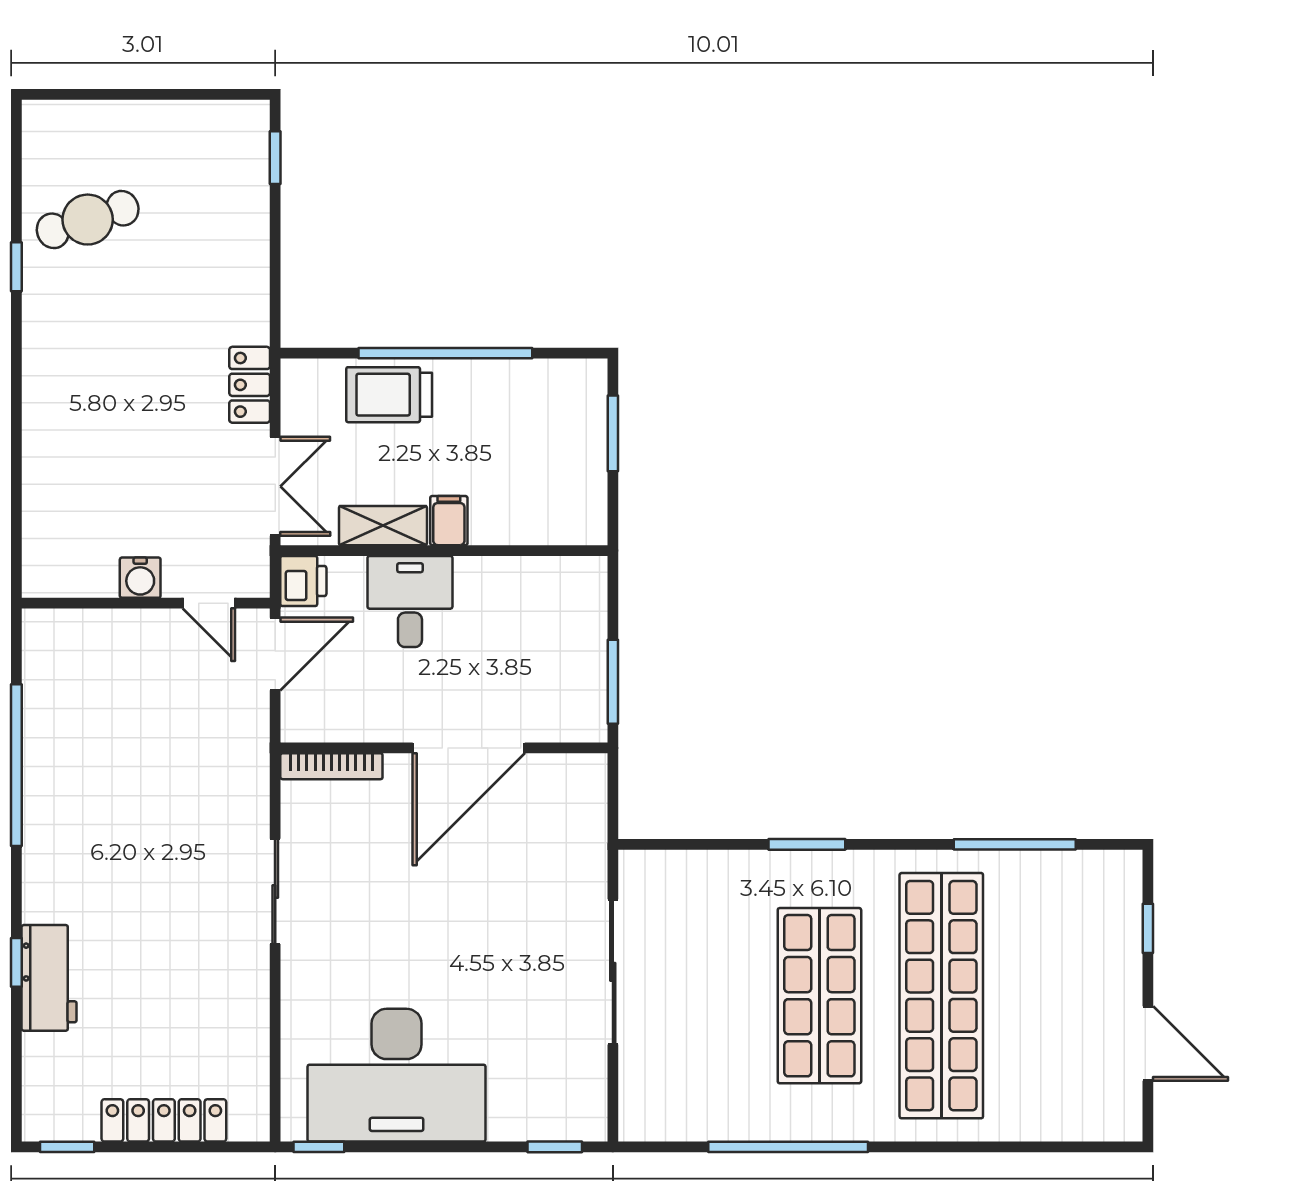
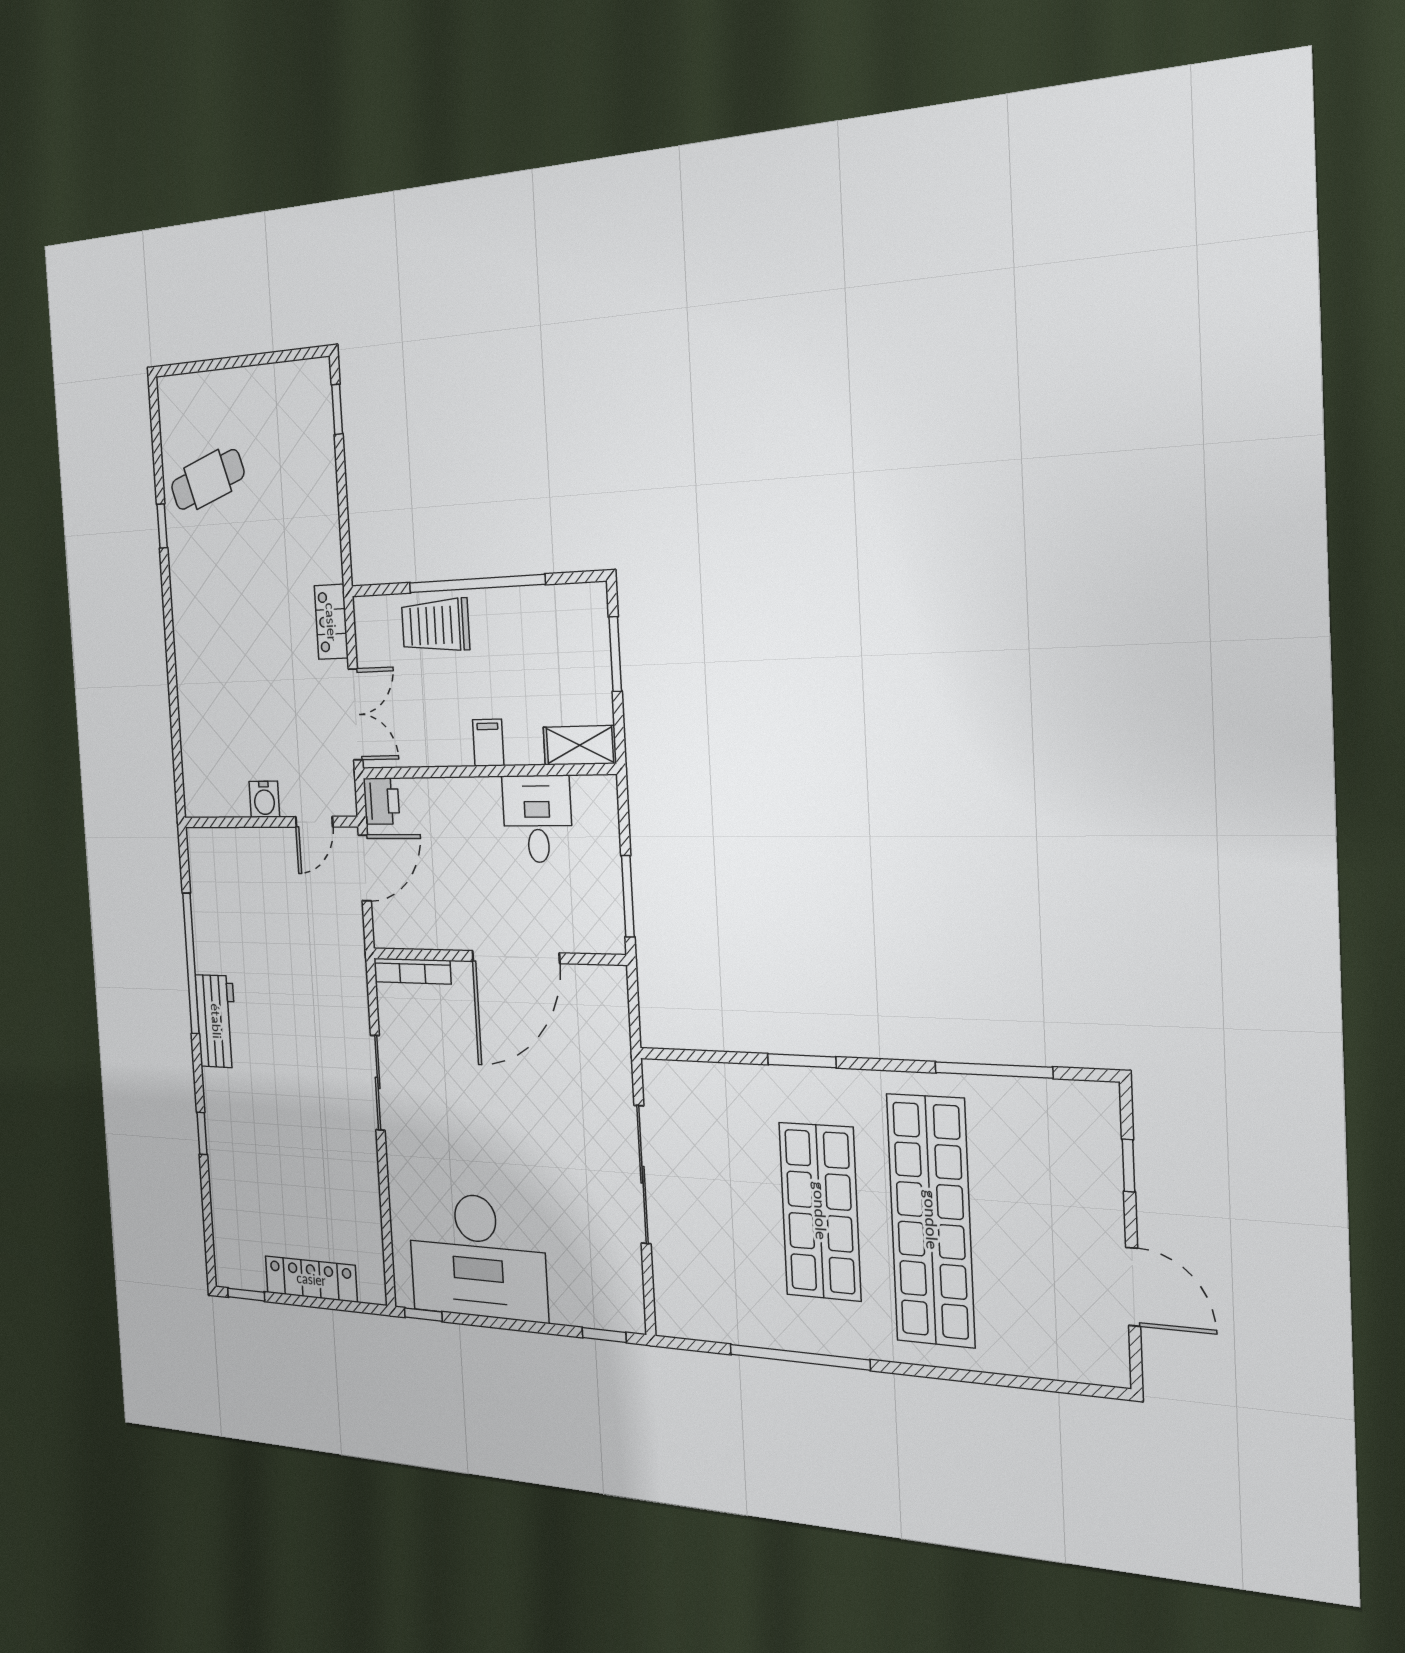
shelving: (383, 526) -> (580, 745), moved
desk: (410, 601) -> (537, 819), moved
door: (209, 603) -> (314, 822), hinge flipped
workbench: (49, 978) -> (216, 1021), moved

